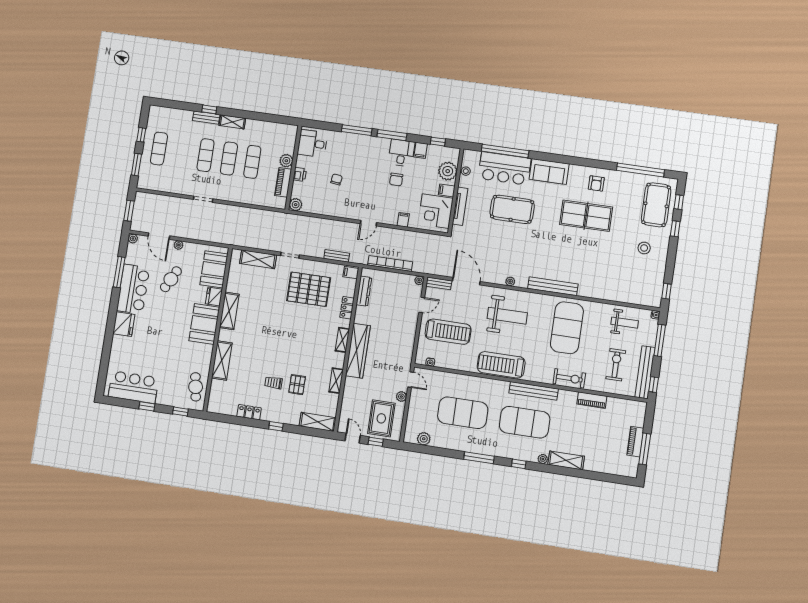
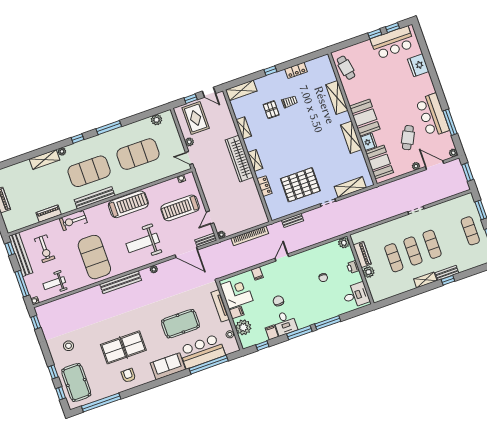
filing cabinet: (351, 273) -> (275, 214), removed
dresser: (364, 291) -> (258, 205), removed
fridge: (124, 324) -> (418, 65), moved
window: (180, 412) -> (393, 28), moved

